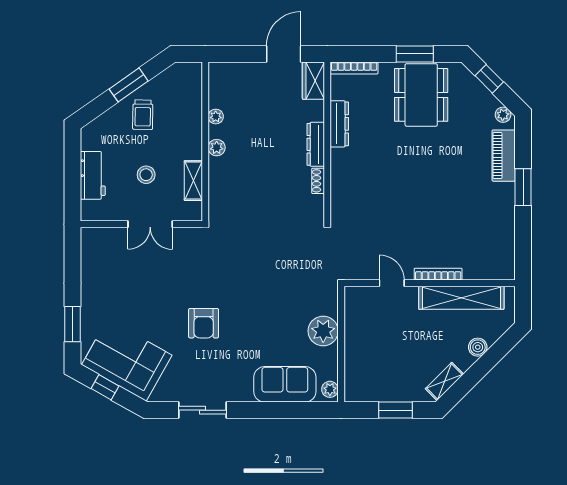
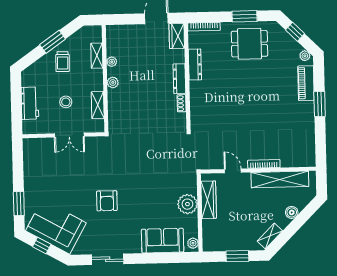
dining table: (421, 95) -> (249, 44), width x0.73
shelving: (194, 107) -> (97, 56), added
wardrobe: (355, 325) -> (209, 200), added

